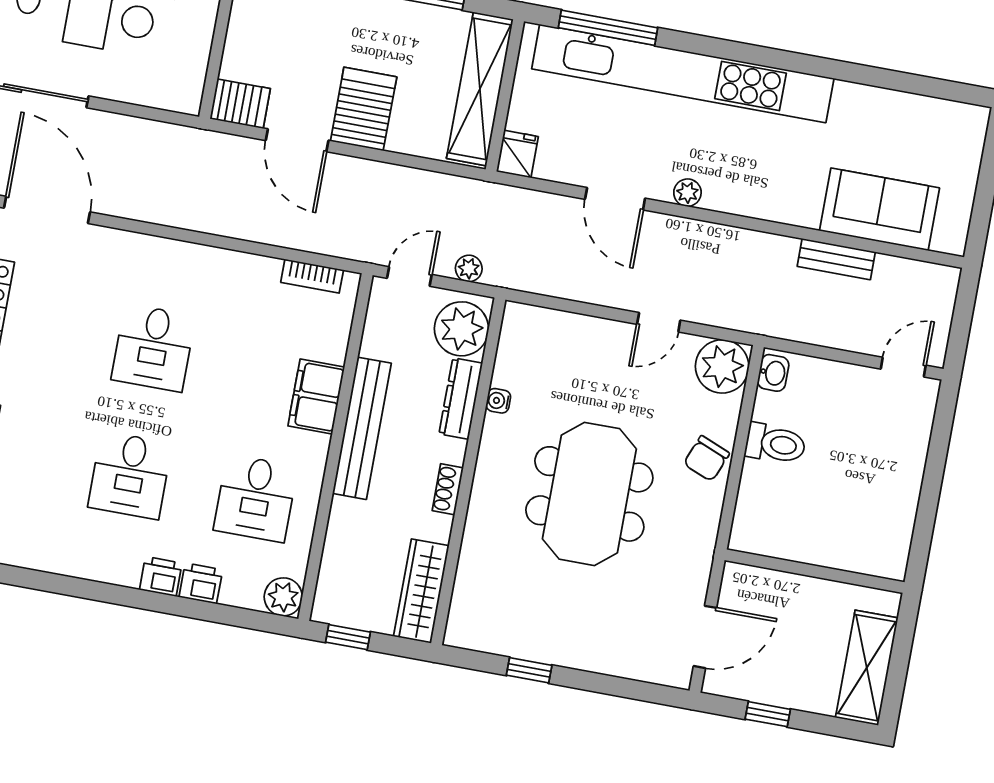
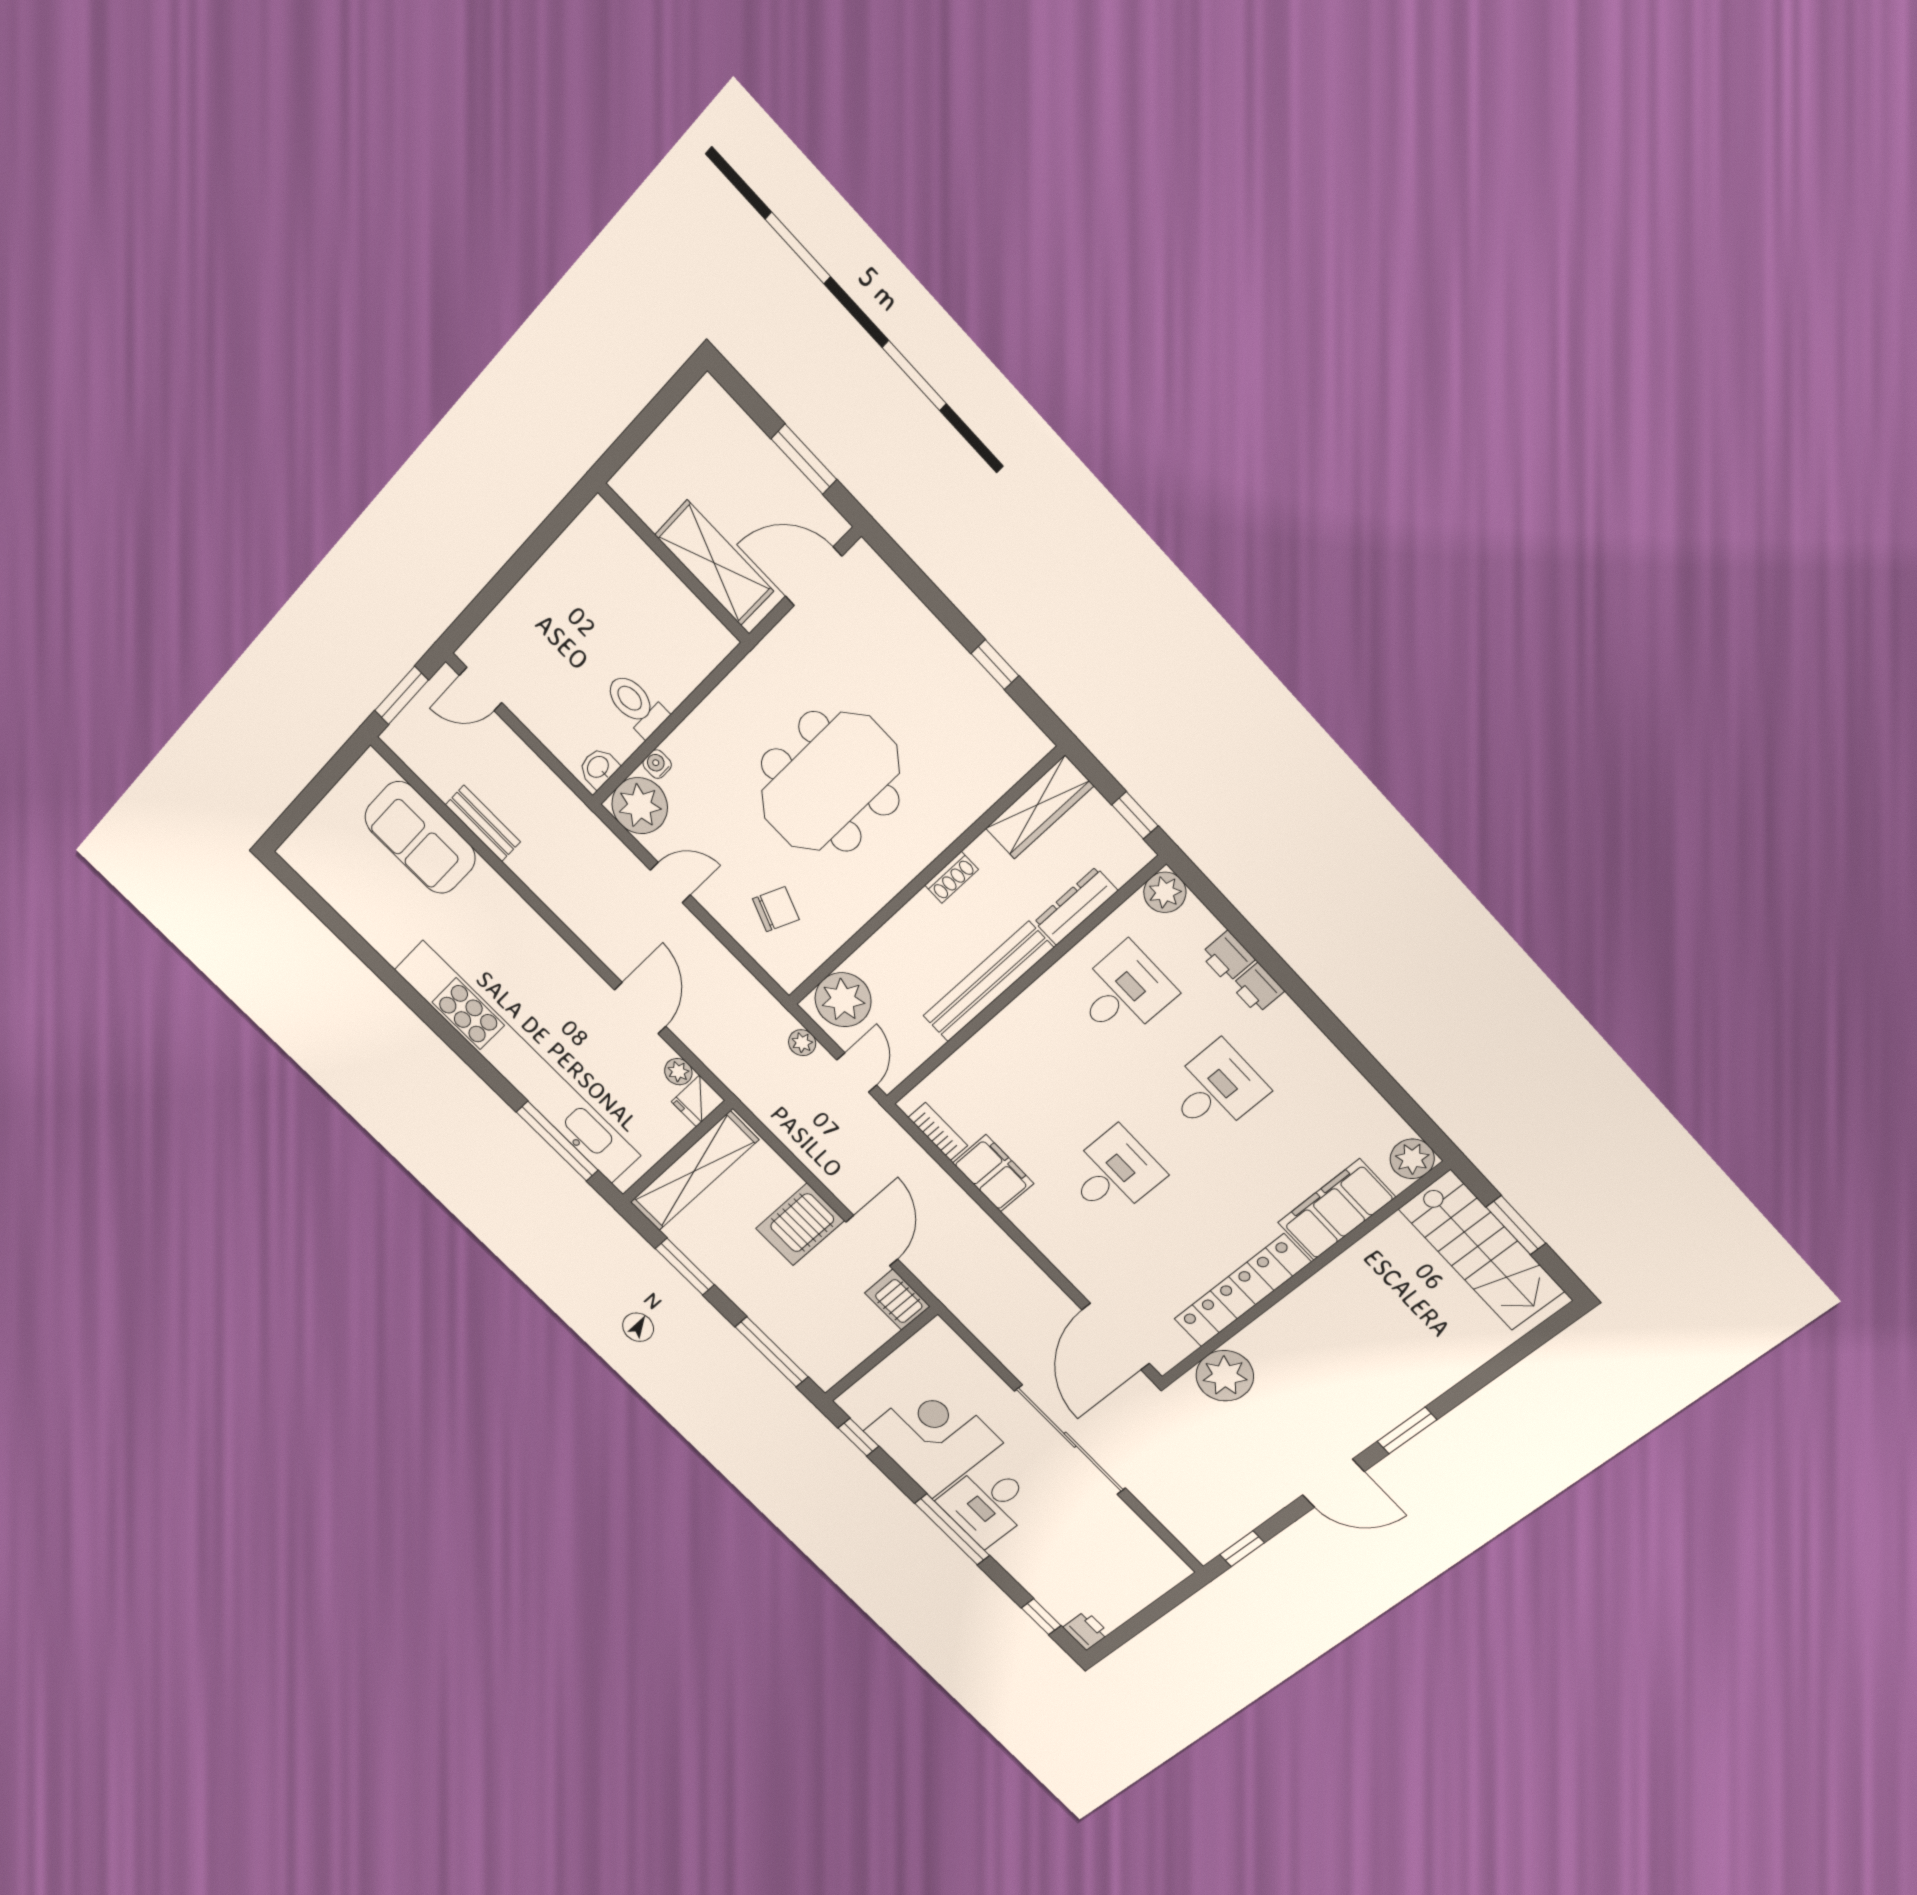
plant: (687, 193) -> (678, 1072), moved
door: (409, 276) -> (857, 1073), swing flipped
window: (963, 316) -> (402, 695), added
filing cabinet: (316, 397) -> (993, 1173), moved, turned -90
dresser: (461, 399) -> (1076, 906), moved, turned 180
water cooler: (498, 401) -> (657, 764), moved, turned 180
chair: (706, 459) -> (776, 909), moved
shelving: (867, 668) -> (714, 563), moved, turned 90
window: (768, 714) -> (804, 459), width x1.50

